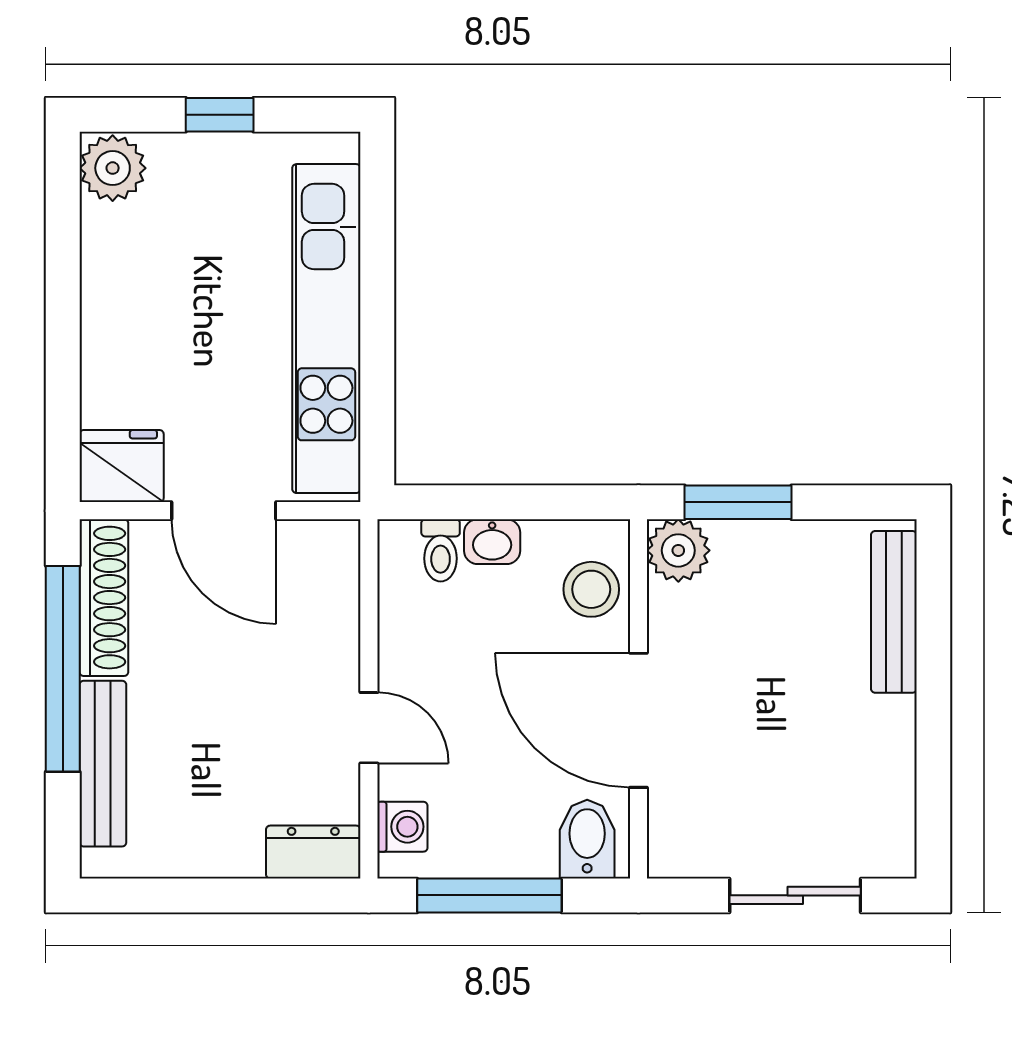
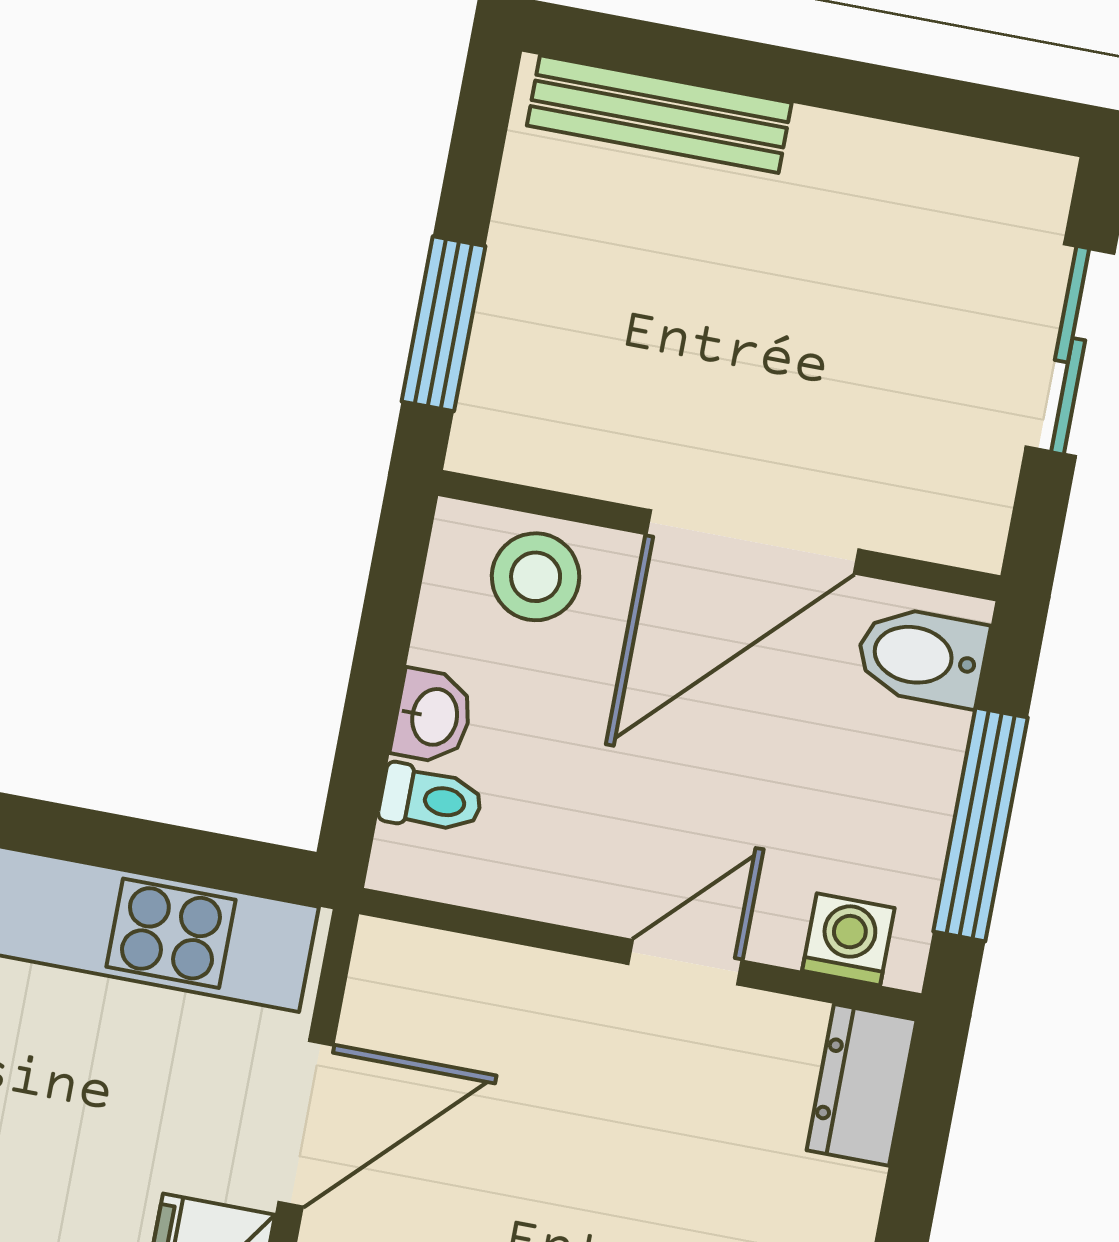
plant: (678, 550) -> (501, 430), removed

